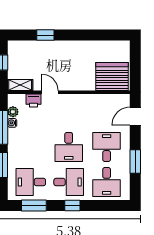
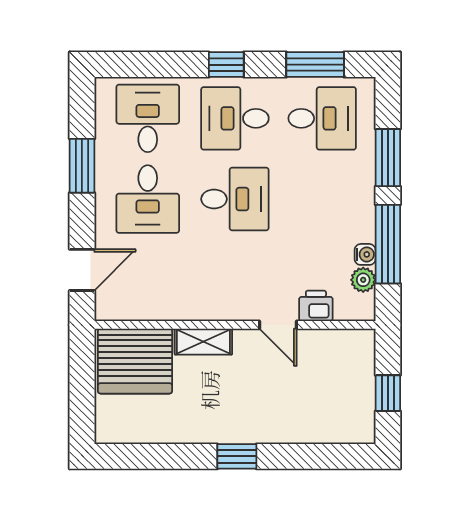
window: (45, 35) -> (237, 456), moved
shelving: (20, 85) -> (203, 342), moved
desk: (69, 147) -> (235, 199), turned 90

